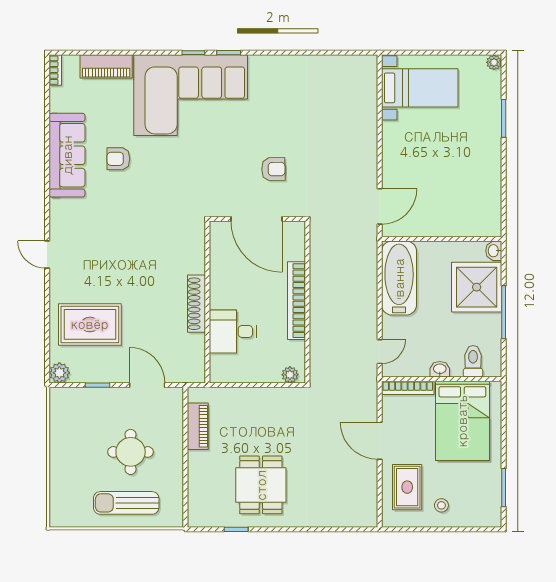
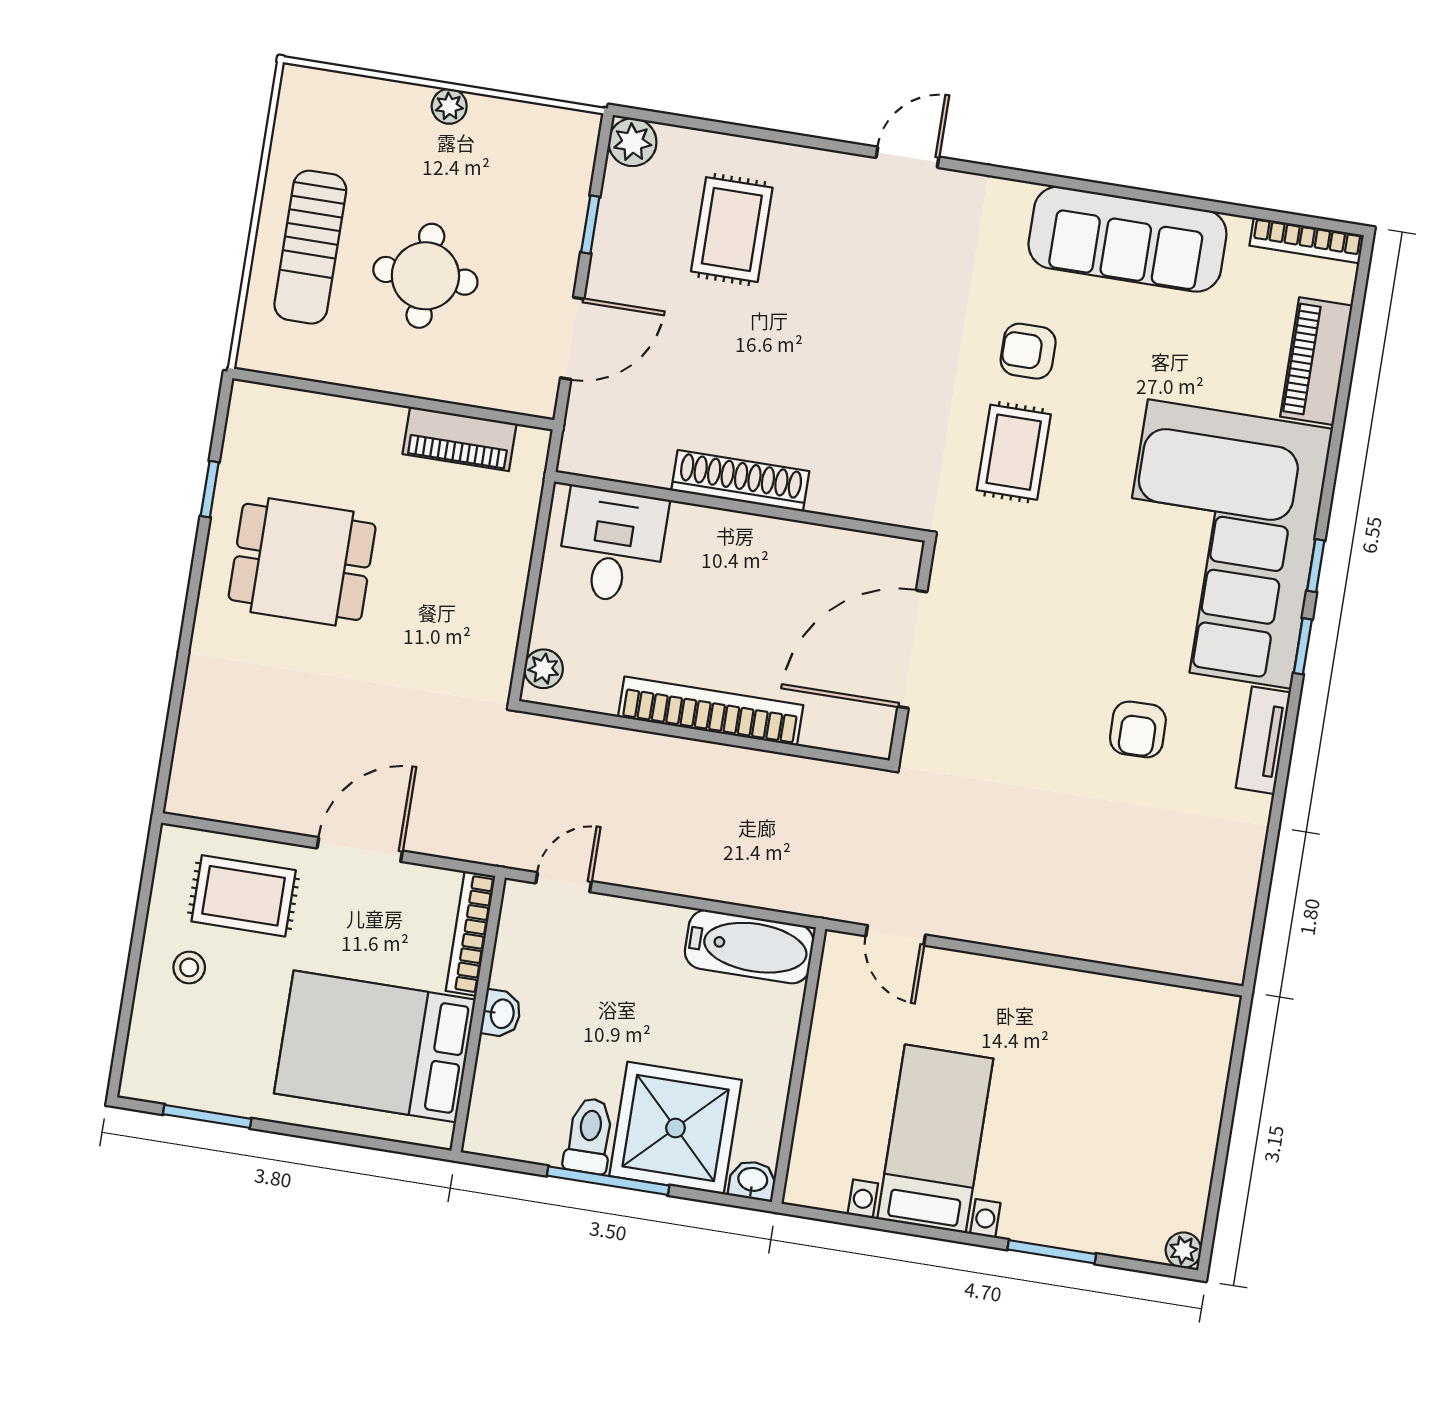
tv unit: (271, 63) -> (1263, 740), added
bookcase: (55, 70) -> (1307, 240), width x1.56
bed with nightstands: (420, 88) -> (935, 1139), moved, turned 180
armchair: (118, 159) -> (1028, 351), moved, turned -90
armchair: (273, 169) -> (1138, 729), moved
rug: (166, 189) -> (1014, 452), added
door: (380, 206) -> (896, 935), width x0.73
bathtub: (399, 278) -> (749, 947), width x0.73, depth x0.73
rug: (90, 324) -> (732, 230), width x0.73, depth x0.70
desk: (233, 331) -> (612, 545), moved
door: (380, 352) -> (564, 882), swing flipped
toilet: (473, 361) -> (589, 1136), moved, turned -90
plant: (57, 453) -> (449, 106), added
sun lounger: (126, 503) -> (310, 247), turned 180

